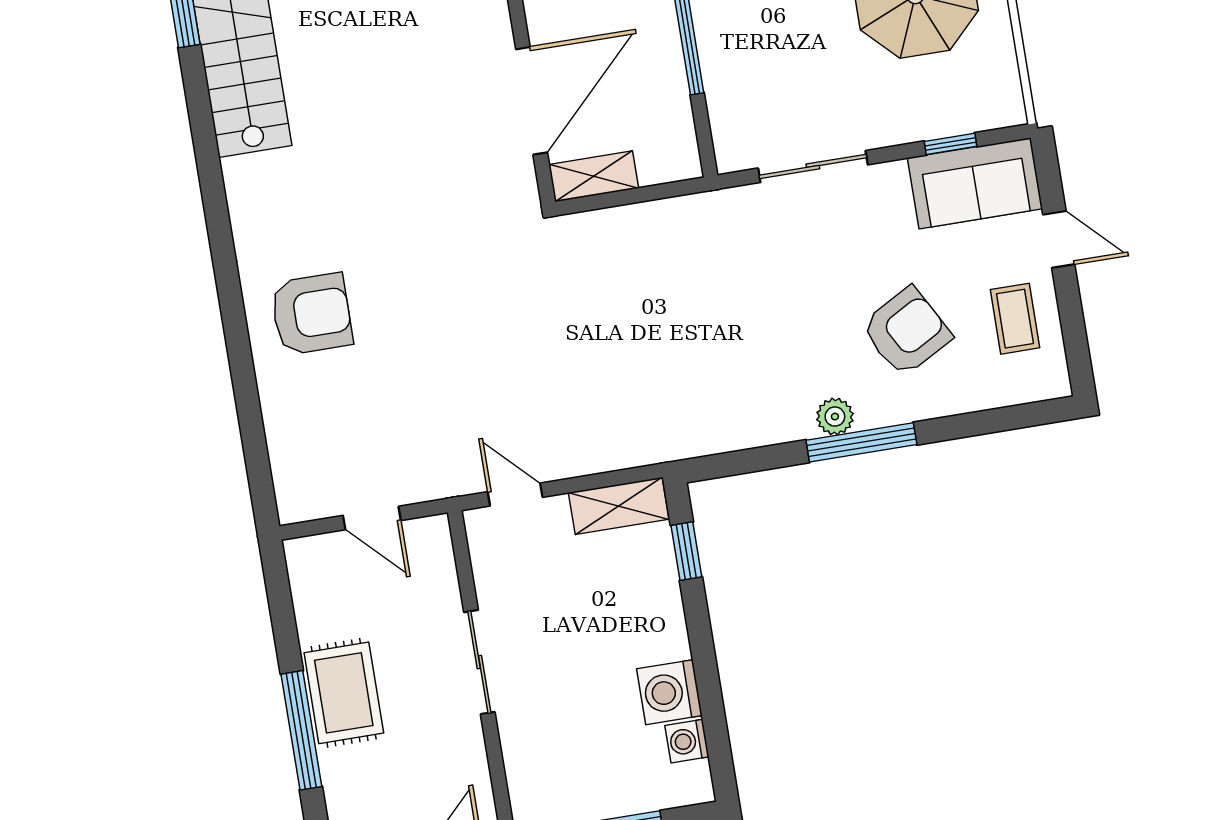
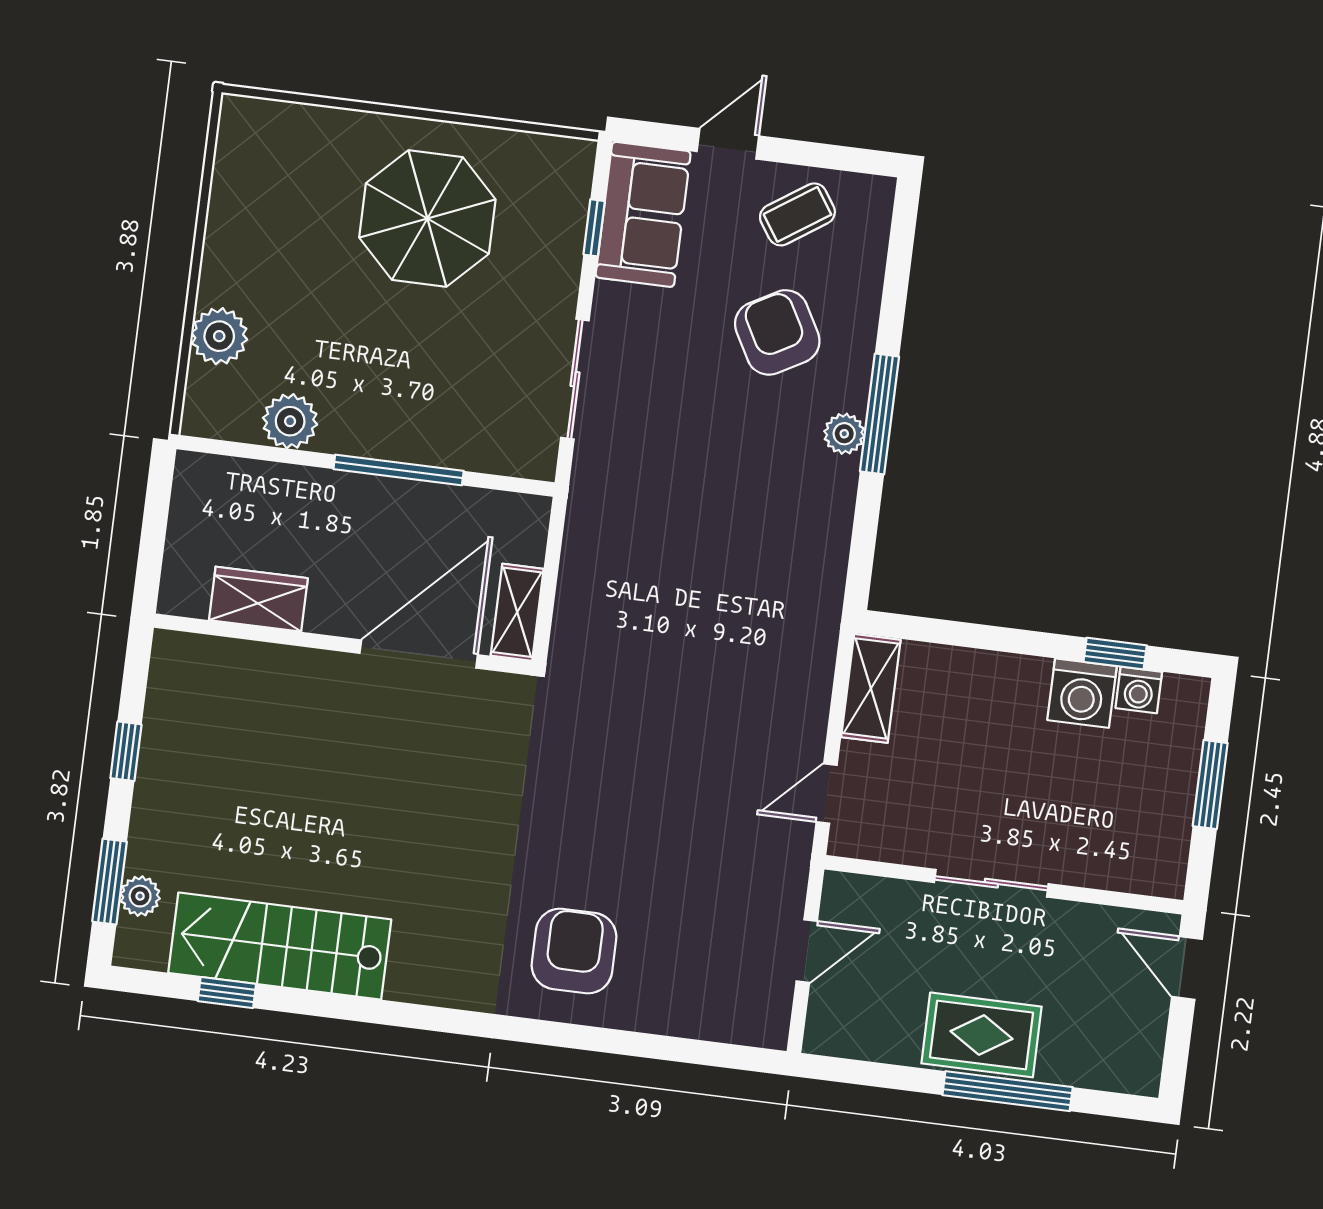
door: (532, 101) -> (419, 654), hinge flipped
coffee table: (1015, 319) -> (797, 214), turned -34
window: (686, 551) -> (1115, 654), moved

